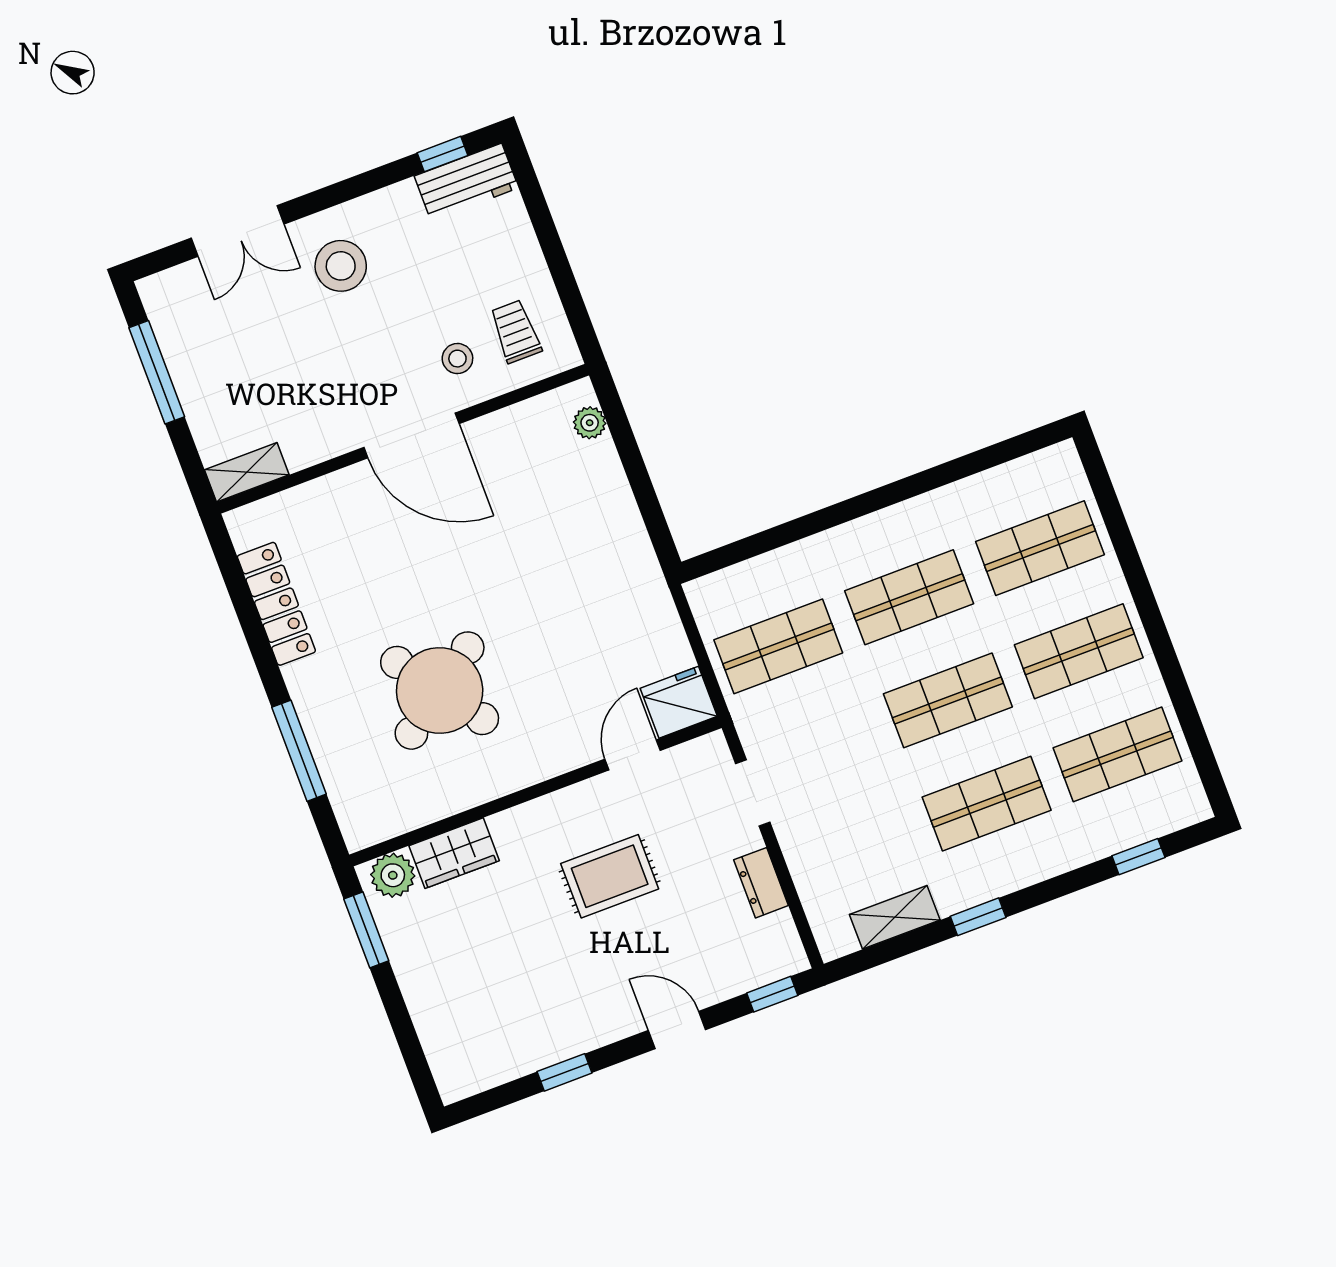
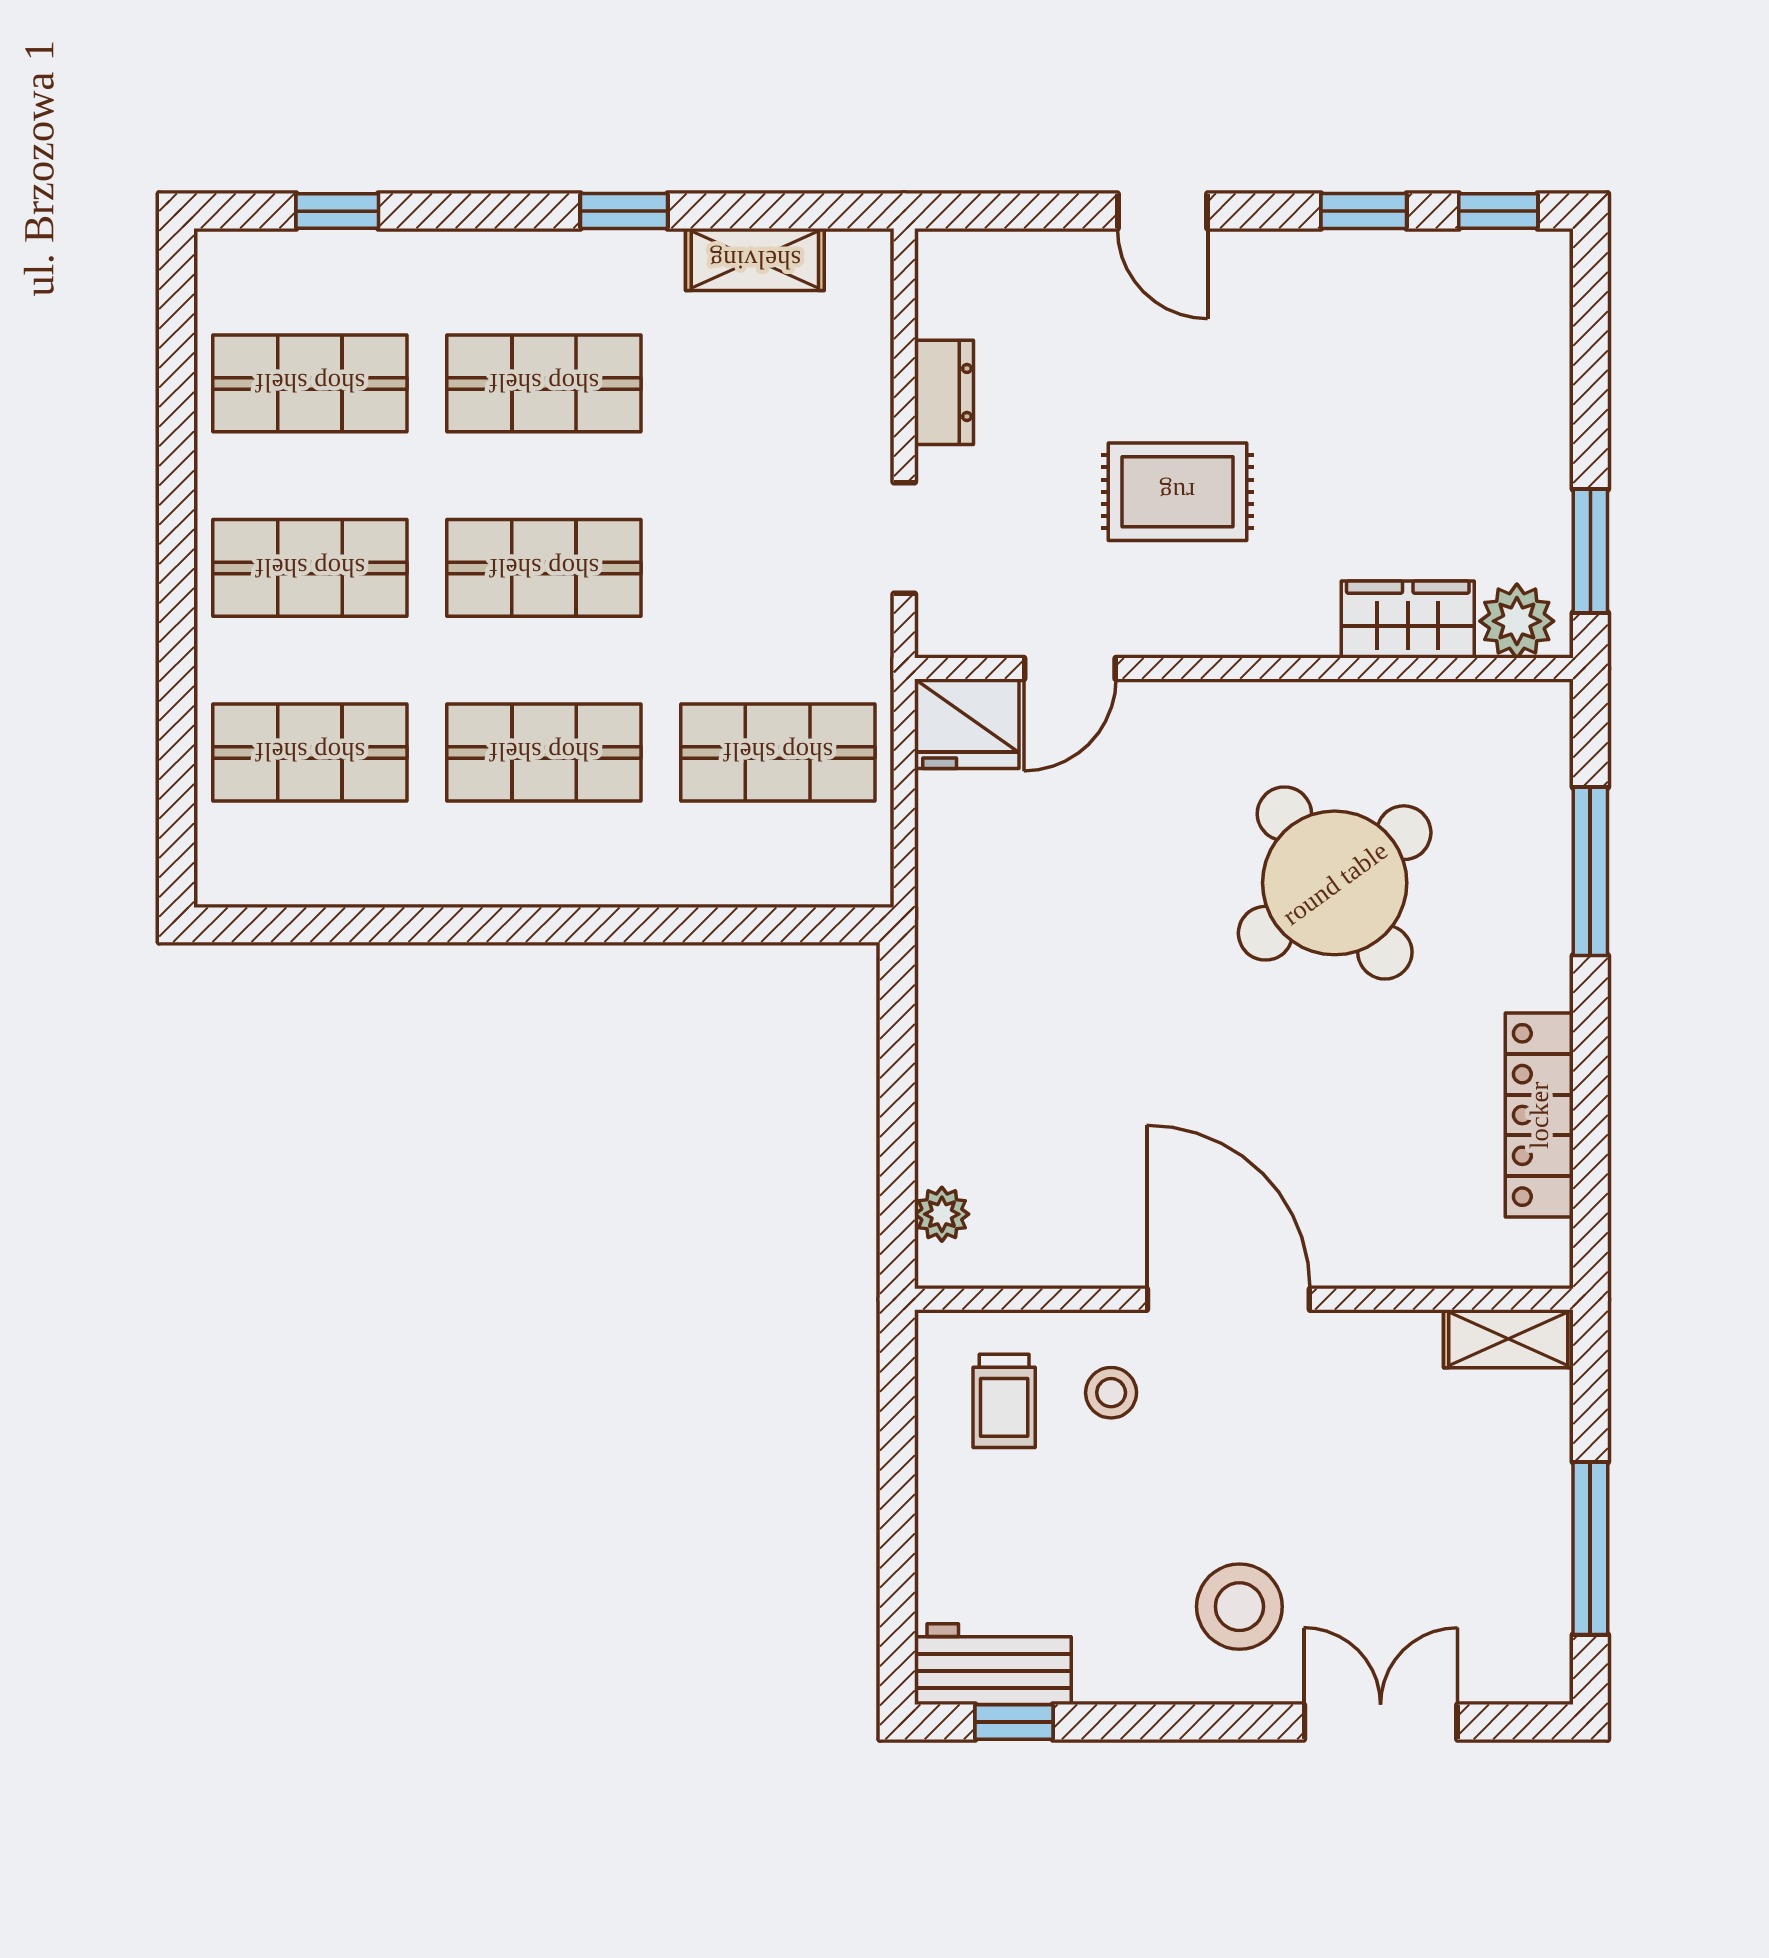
window: (772, 994) -> (1498, 211), moved

